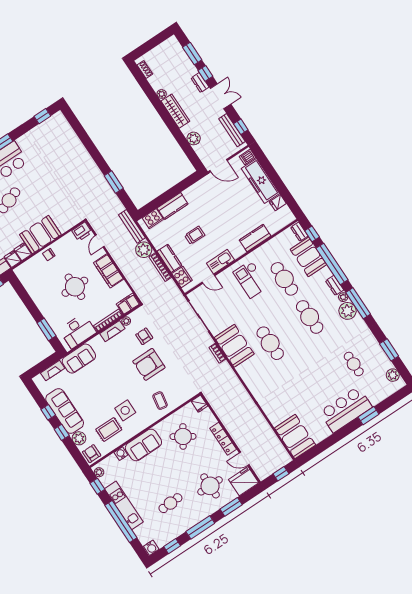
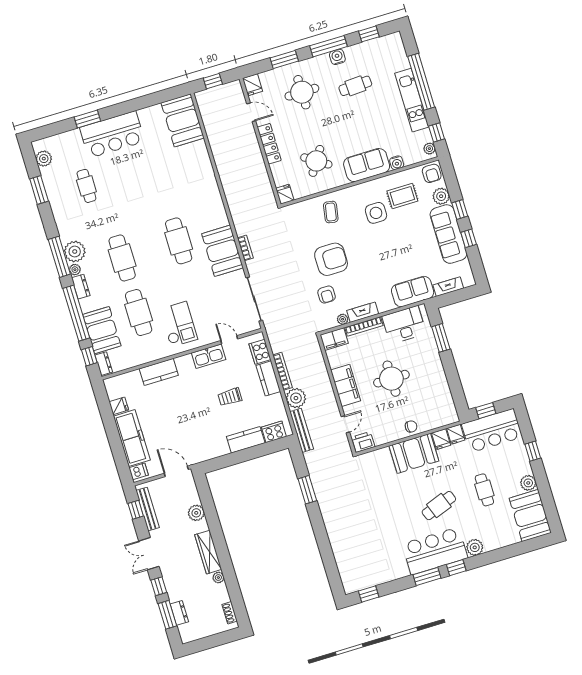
dresser: (200, 83) -> (179, 613), moved
fridge: (244, 481) -> (252, 85), width x0.53, depth x0.75
water cooler: (151, 548) -> (337, 57), moved

